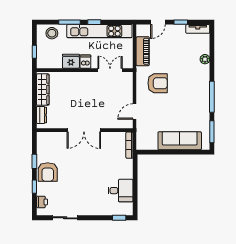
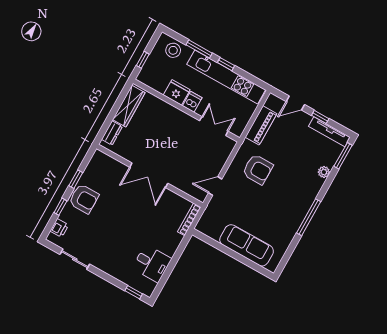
tv unit: (198, 29) -> (329, 132), width x1.41
window: (212, 132) -> (343, 156), moved
armchair: (48, 172) -> (84, 199), turned -90

